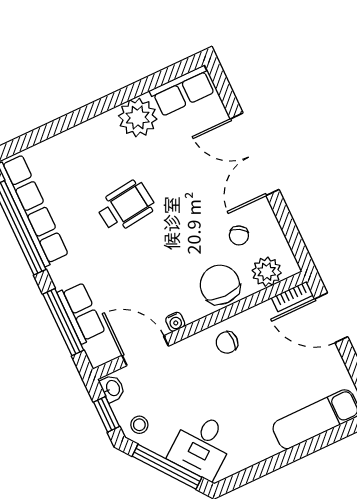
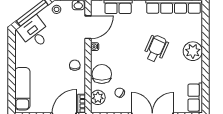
plant: (138, 118) -> (193, 51), moved
wheelchair: (126, 206) -> (156, 49), turned -149
chair: (220, 285) -> (102, 74), turned -90

